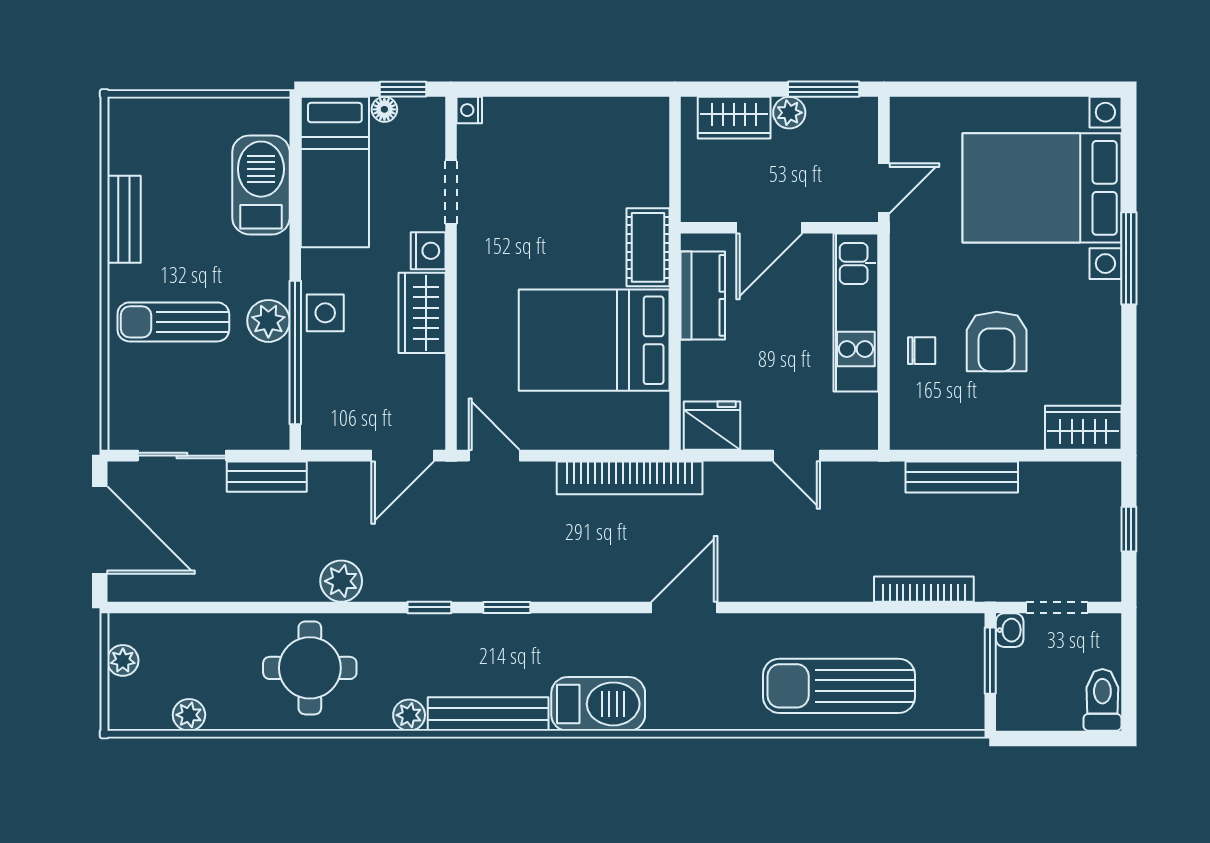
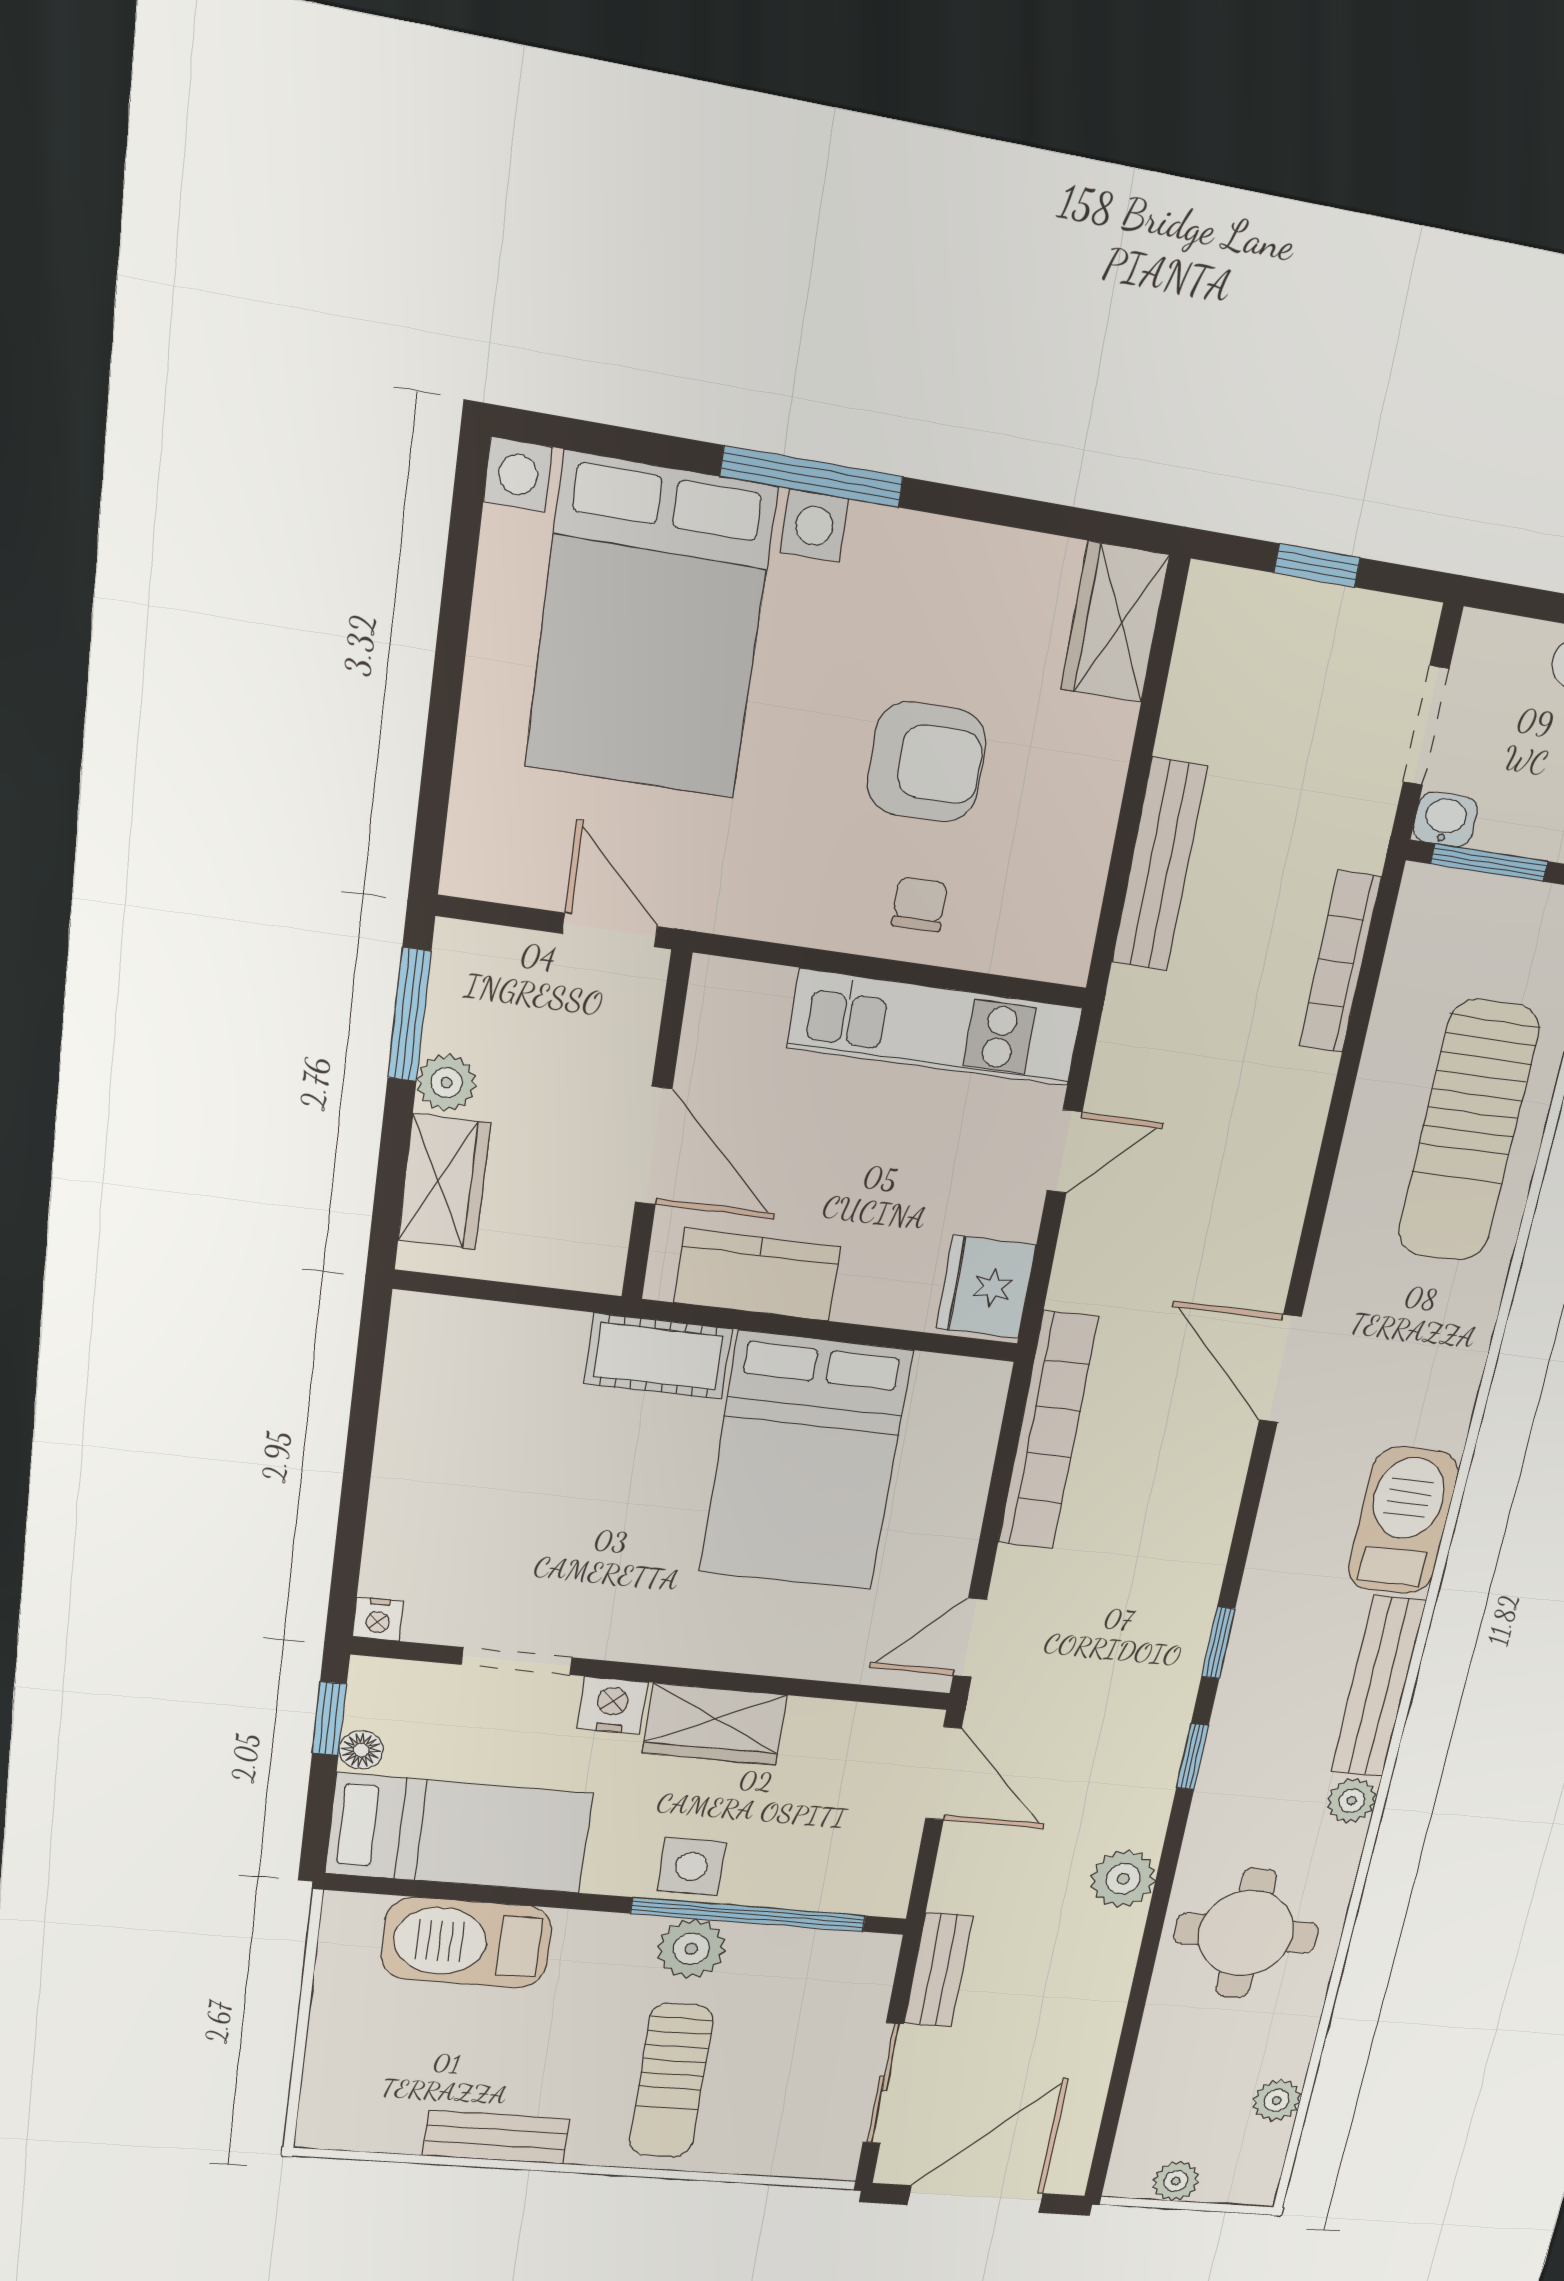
kitchen unit: (856, 313) -> (935, 1028), moved

